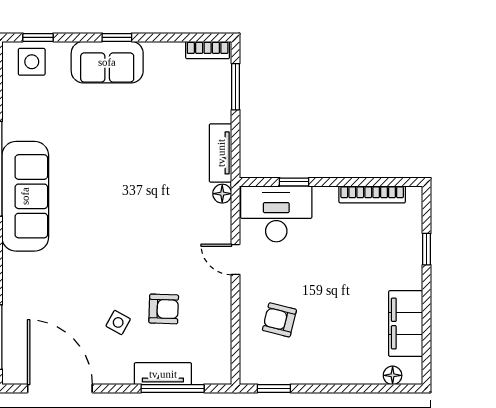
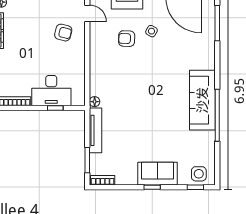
tv unit: (221, 153) -> (95, 130), width x1.41
desk: (276, 214) -> (51, 91), moved
door: (236, 259) -> (87, 13), moved

